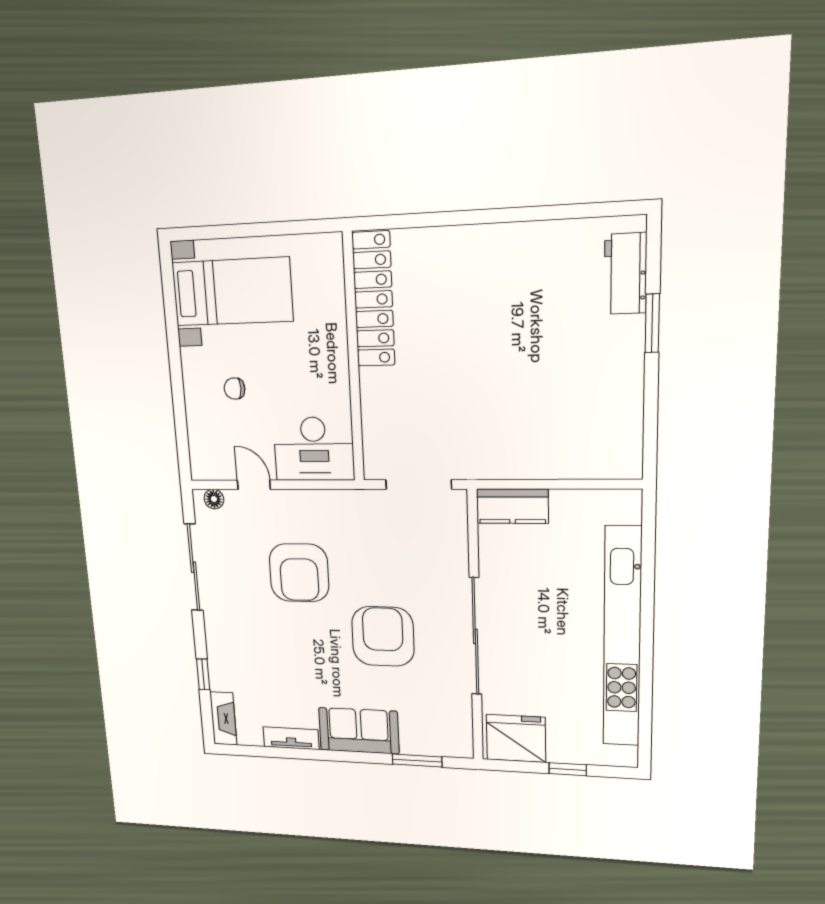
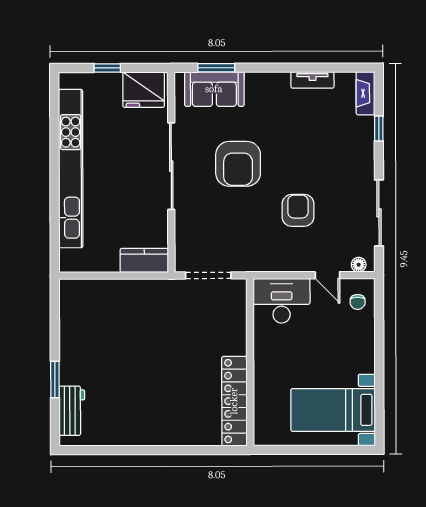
chair: (235, 389) -> (358, 302), moved, turned 90
armchair: (299, 573) -> (298, 210), width x0.73, depth x0.73
sofa: (359, 731) -> (214, 89), moved

